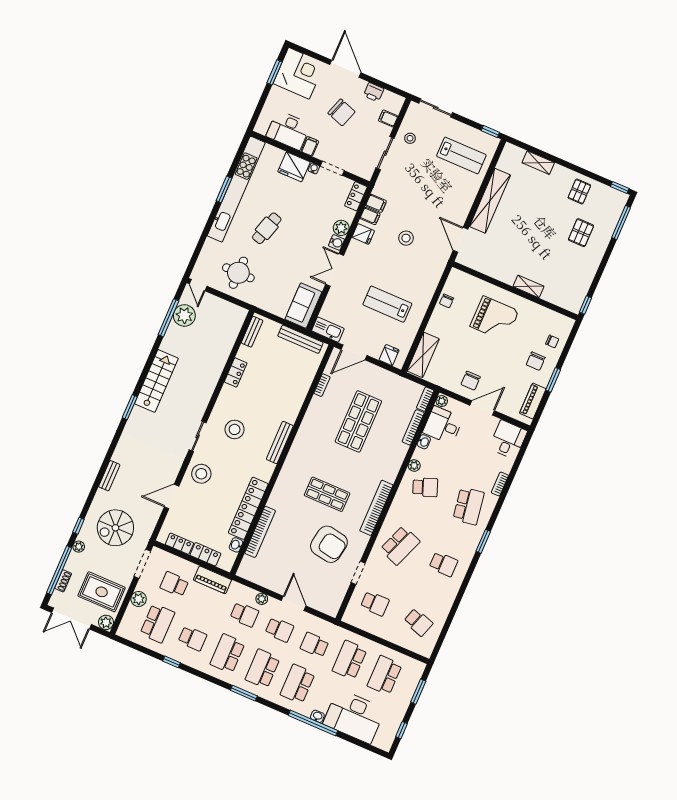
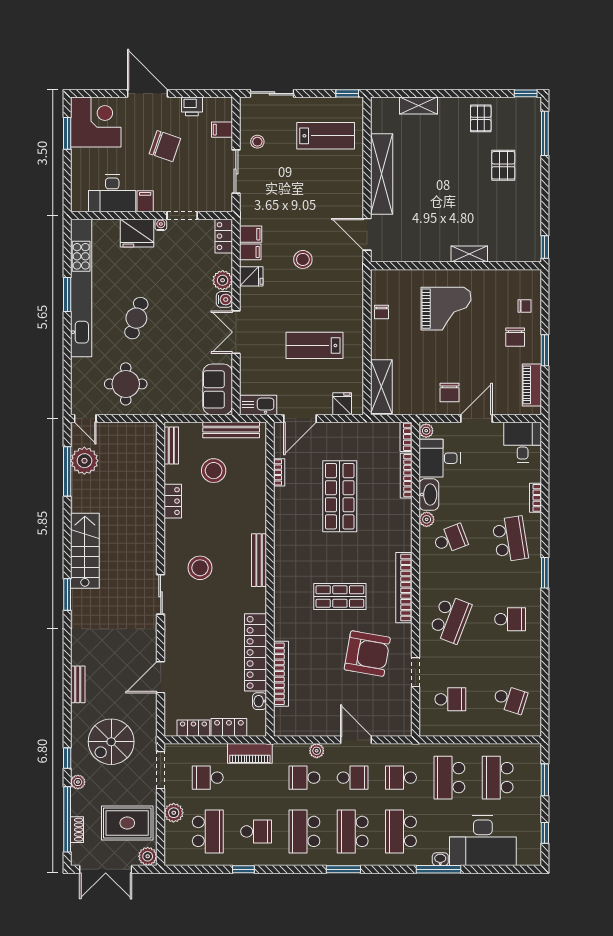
washbasin: (424, 442) -> (429, 495), width x1.91, depth x1.45
stool: (201, 474) -> (214, 471), moved
school desk: (244, 614) -> (304, 778), turned 180
window: (313, 723) -> (439, 869), width x0.68

